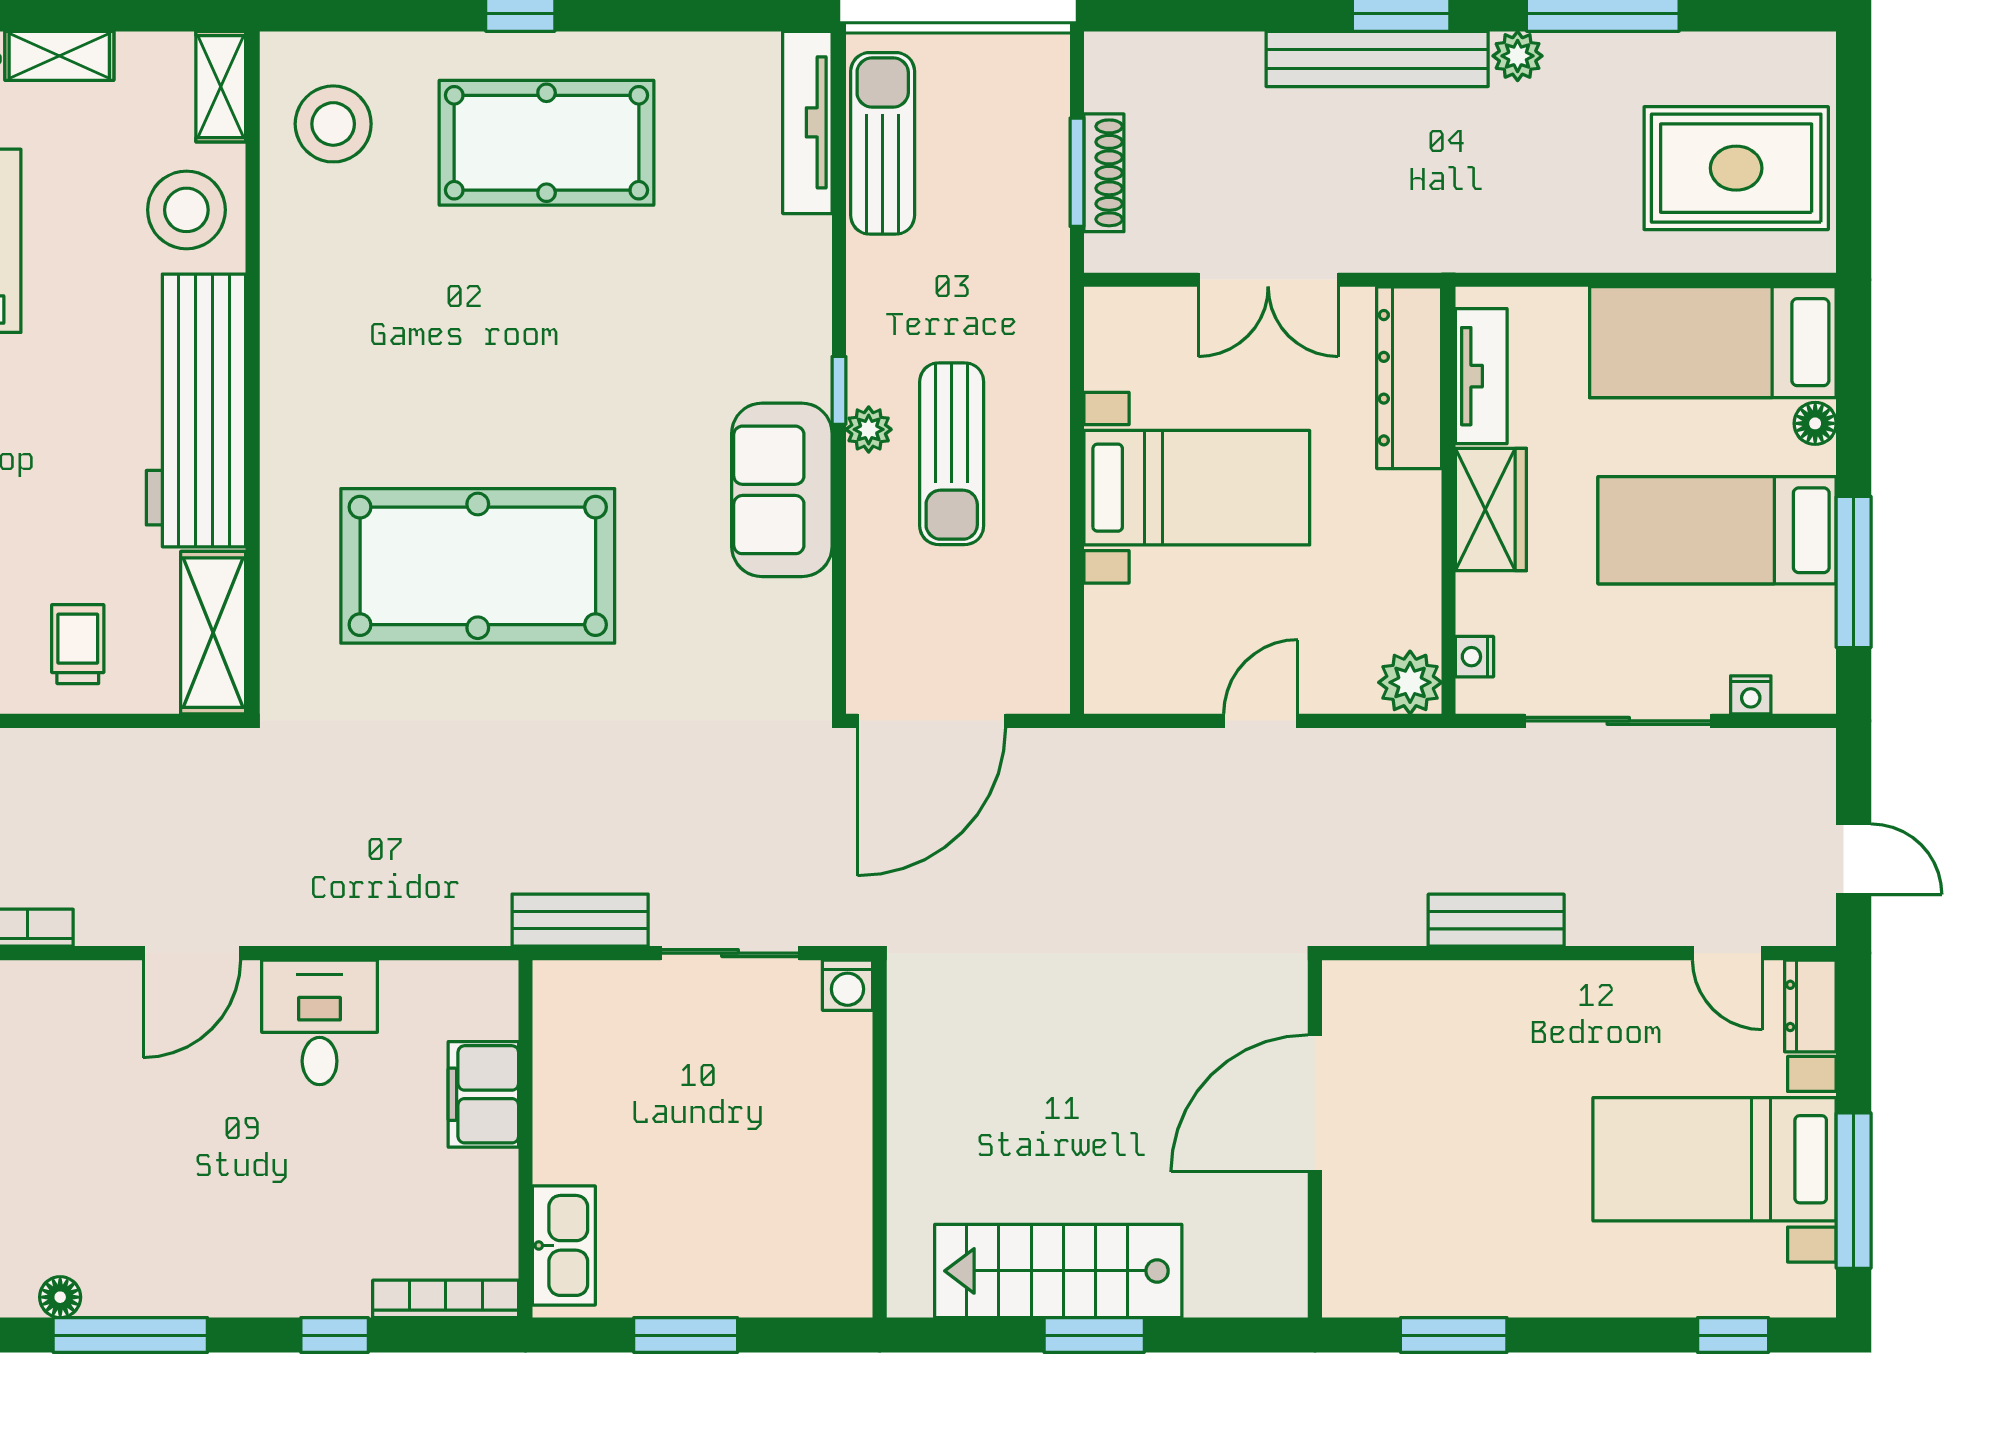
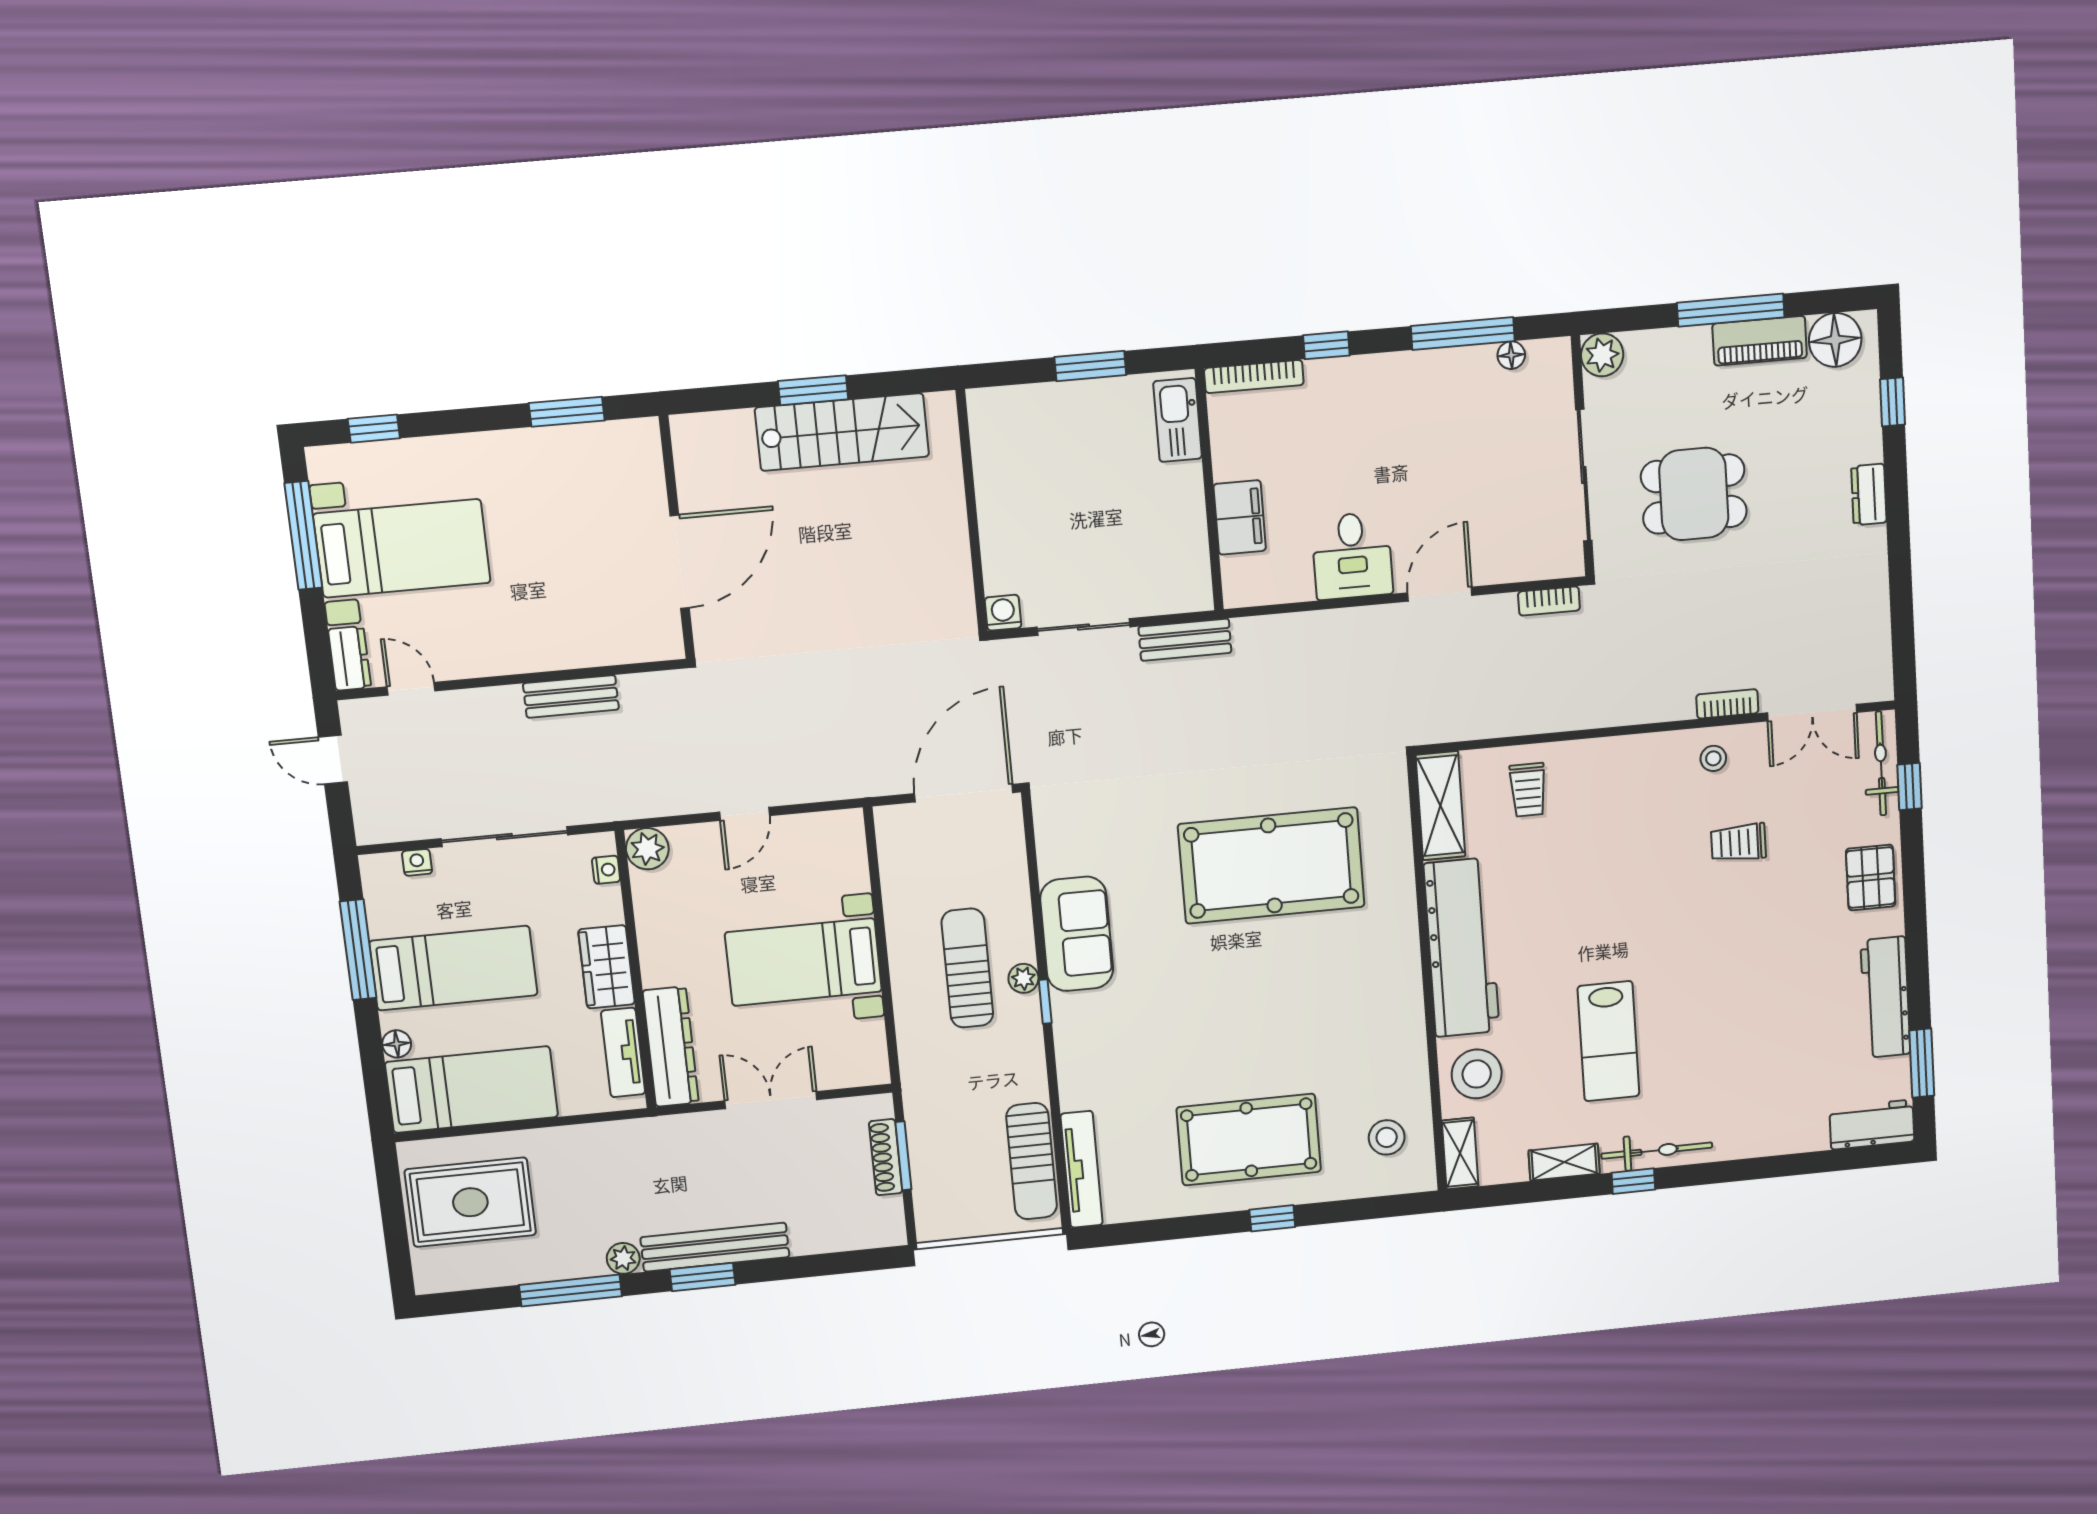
stool: (333, 124) -> (1387, 1137), width x0.73, depth x0.73

